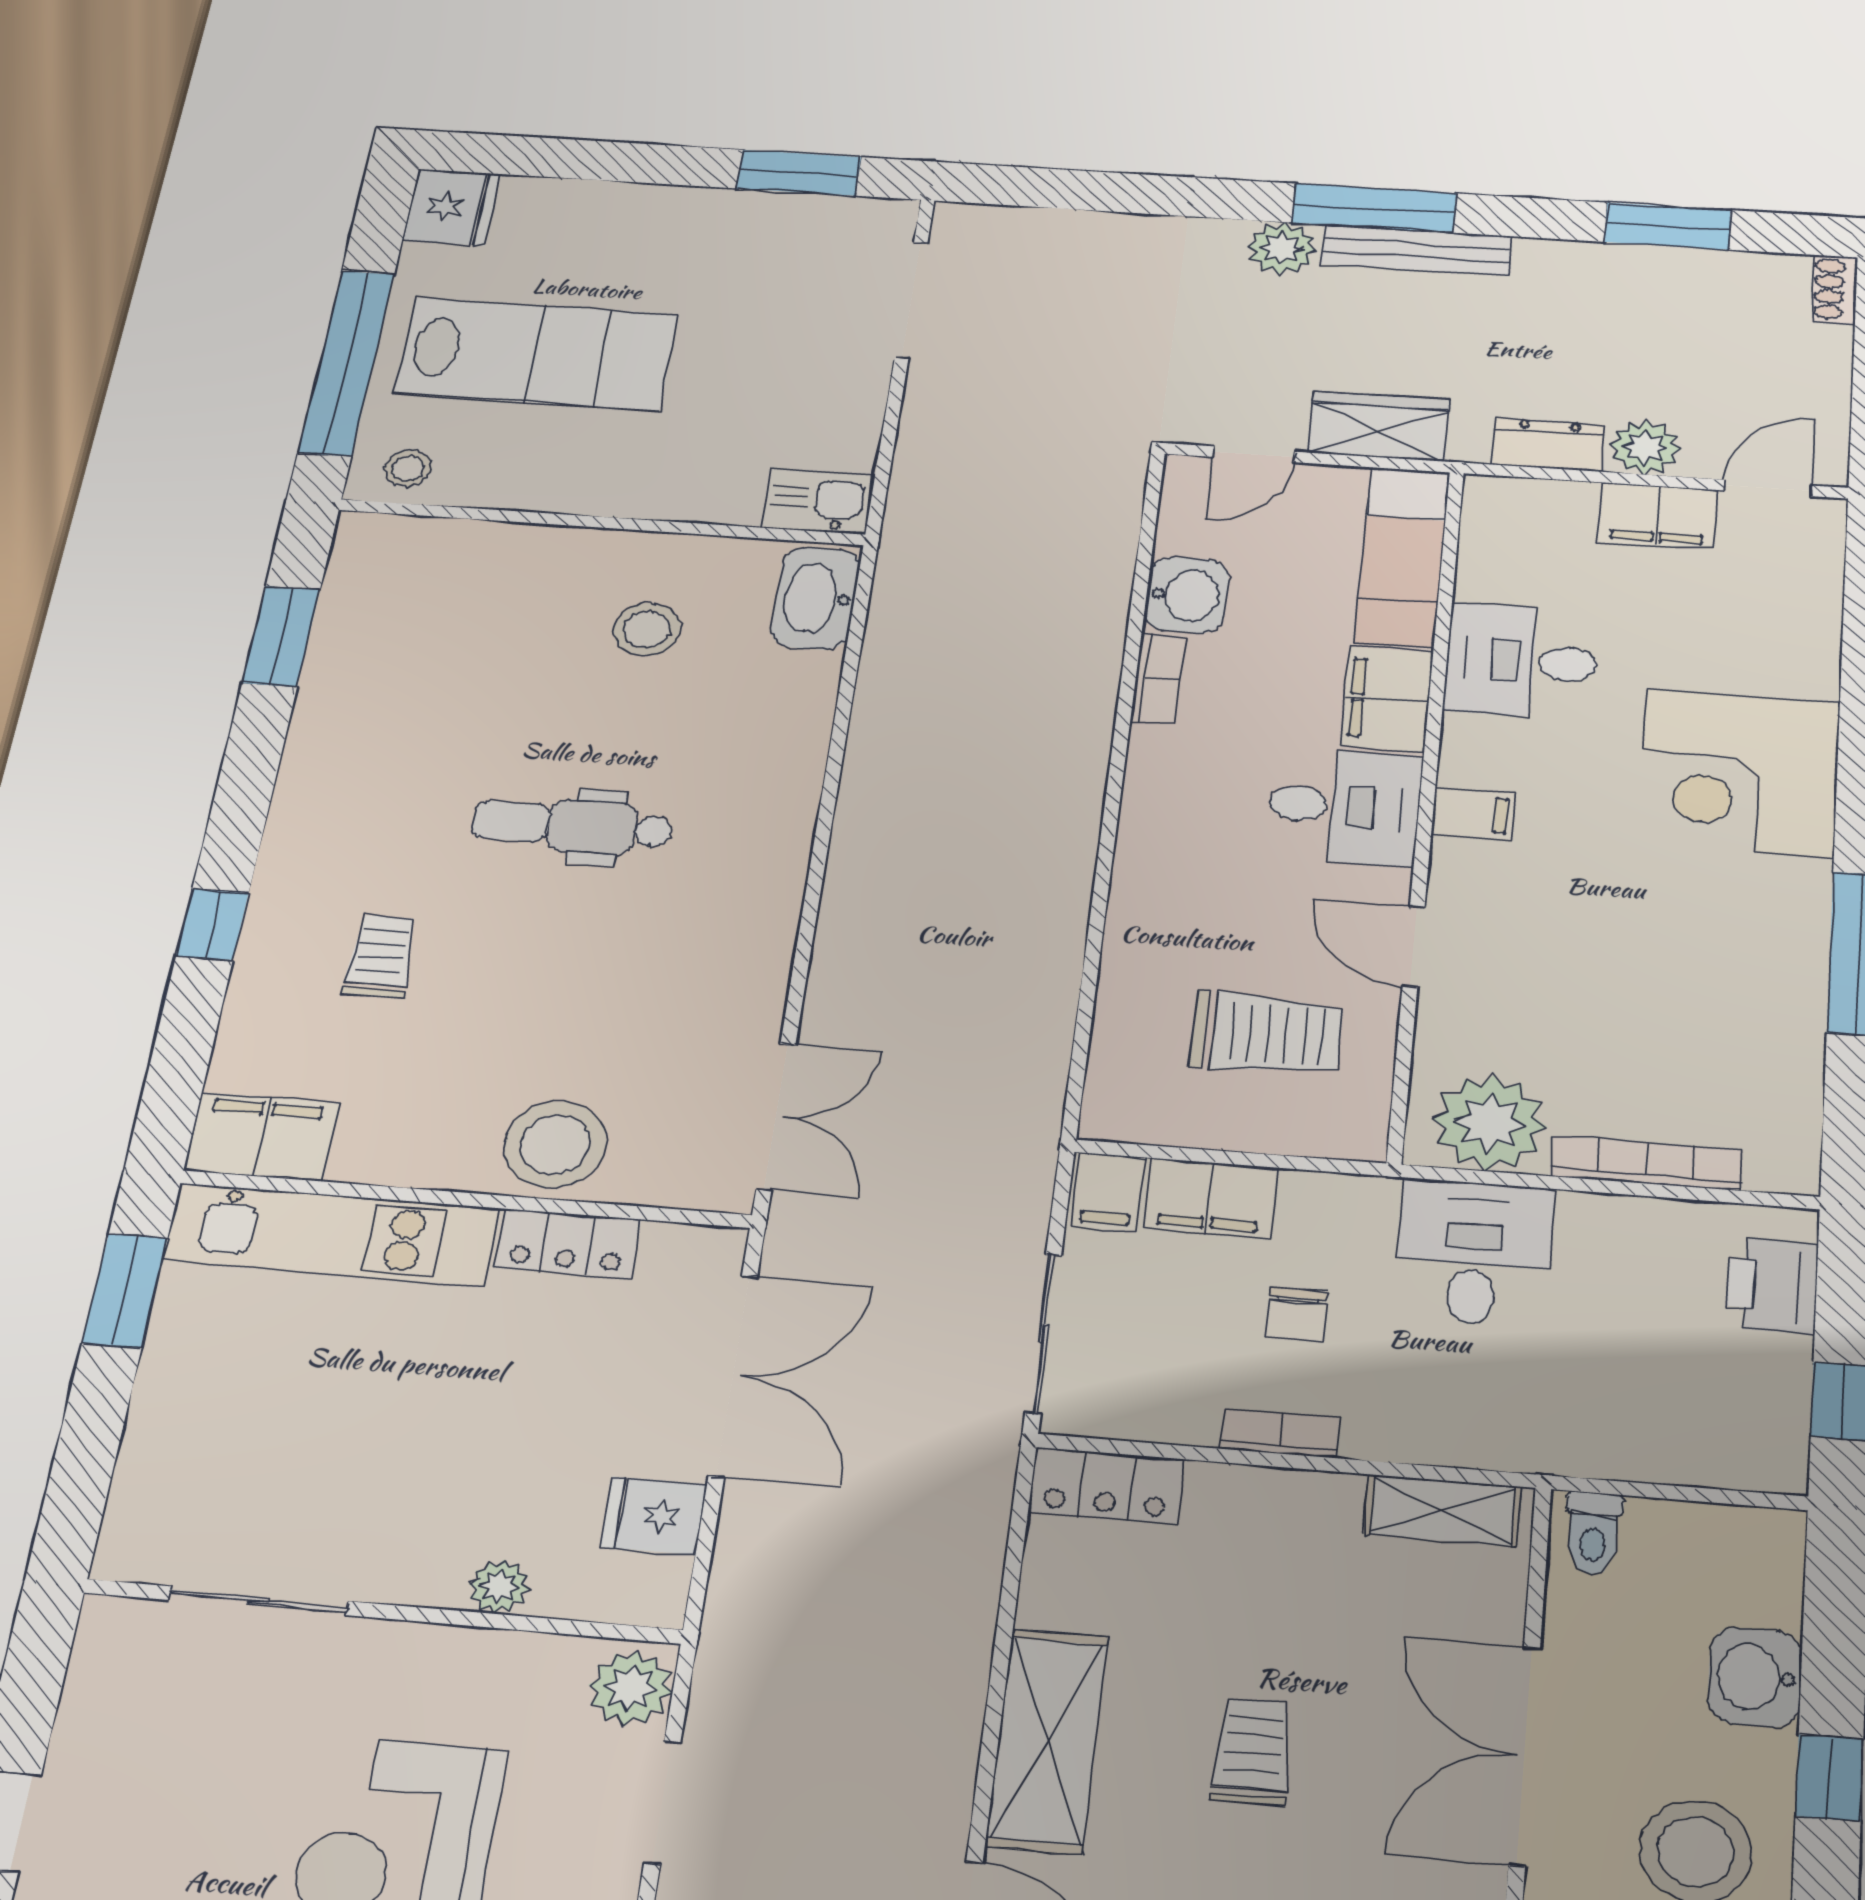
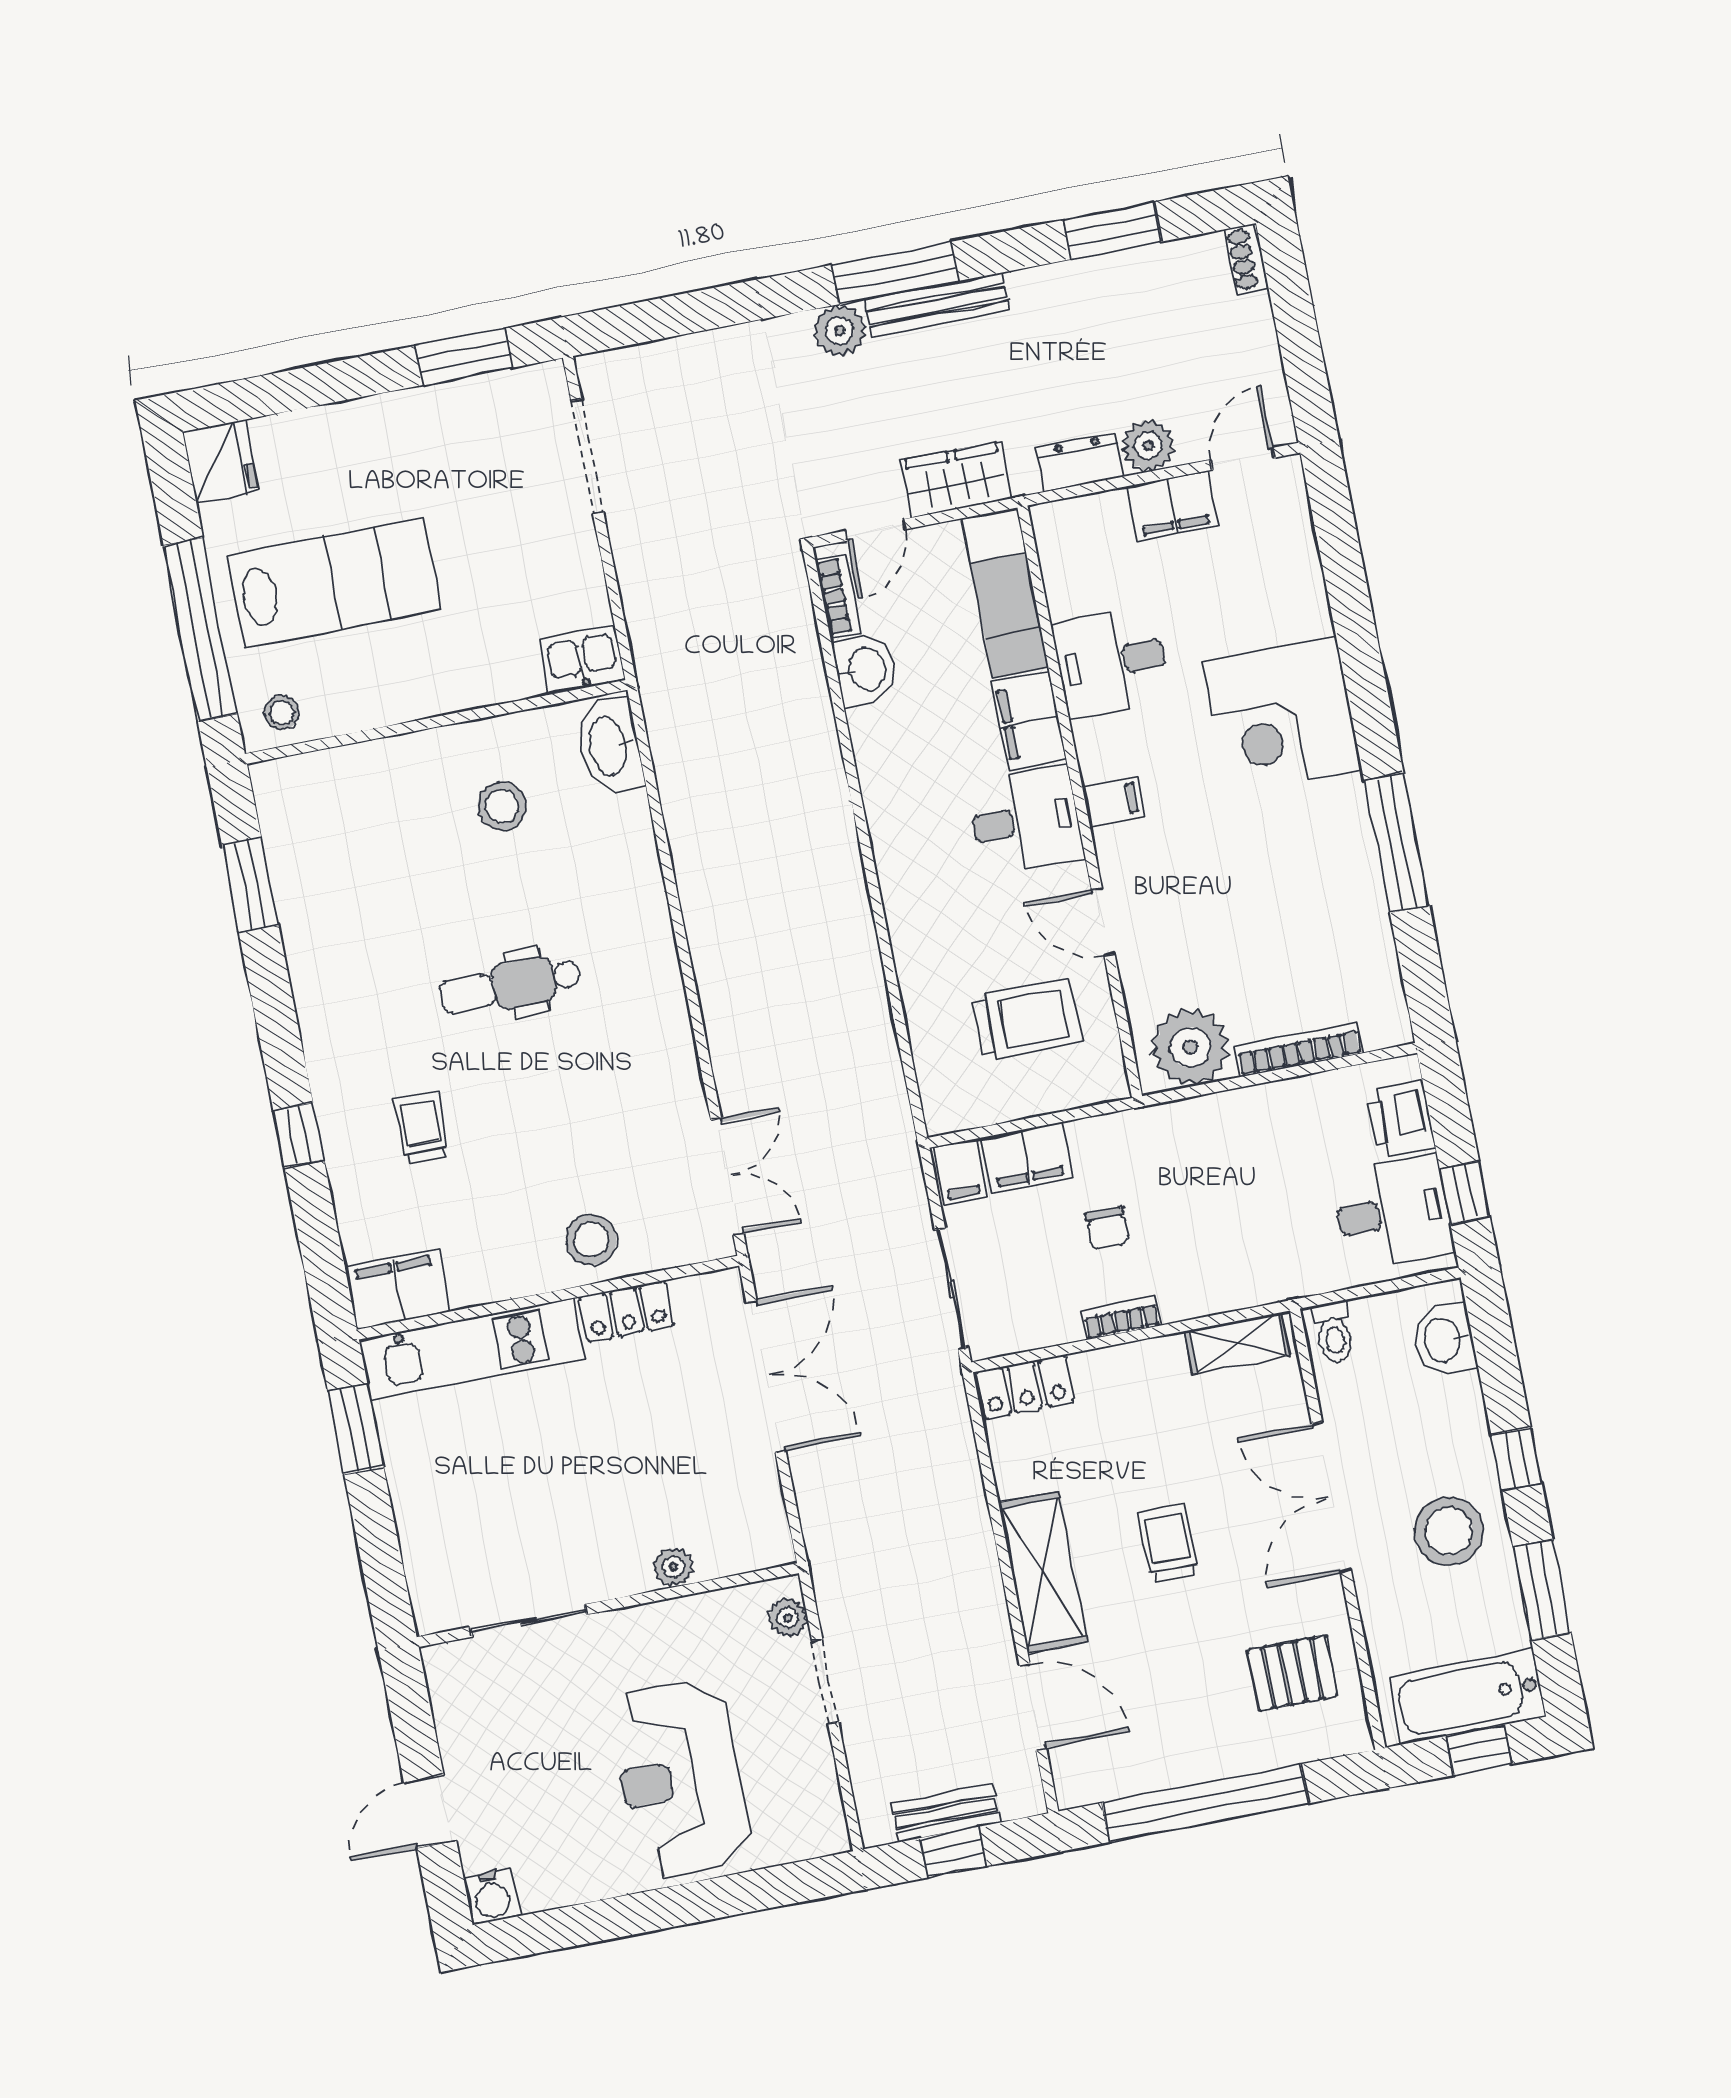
bookcase: (1158, 678) -> (838, 596), moved
stool: (555, 1144) -> (591, 1240), width x0.73, depth x0.73
desk: (1474, 1253) -> (1393, 1212), moved, turned 90
fridge: (654, 1516) -> (751, 1490), removed
washbasin: (1755, 1677) -> (1444, 1340), moved
plant: (631, 1688) -> (788, 1618), width x0.73, depth x0.73

